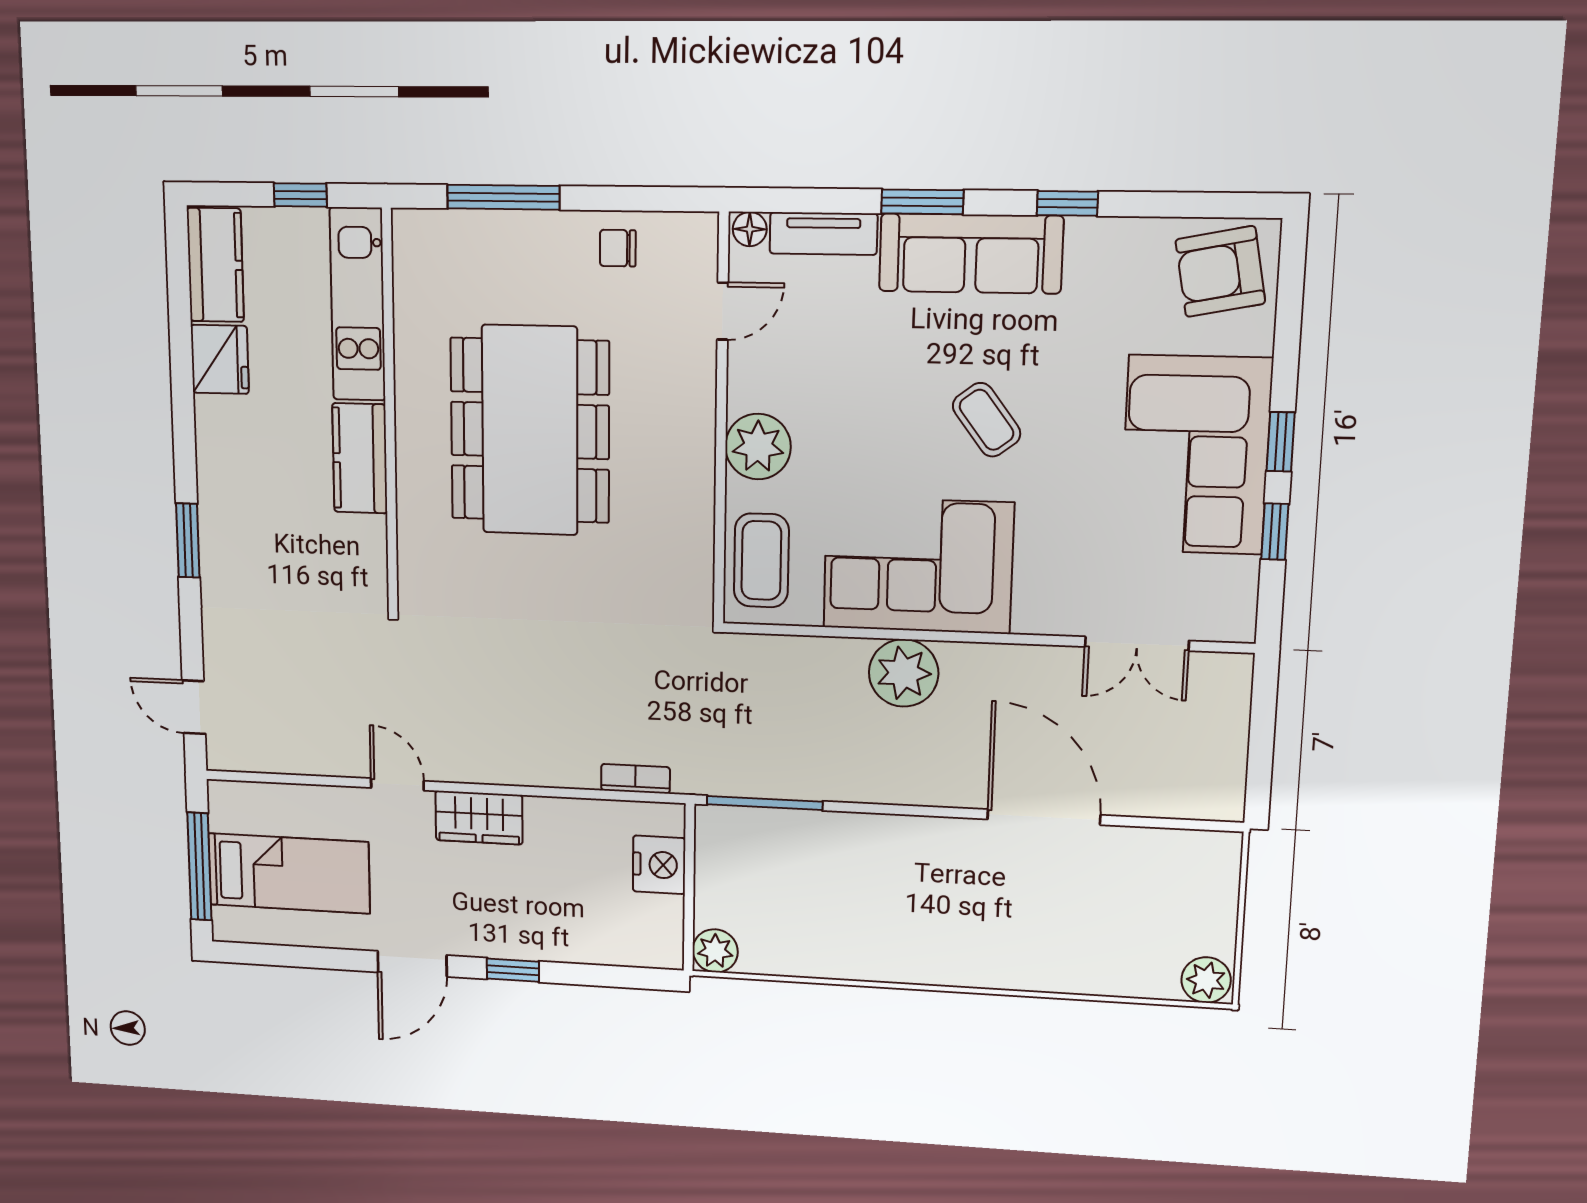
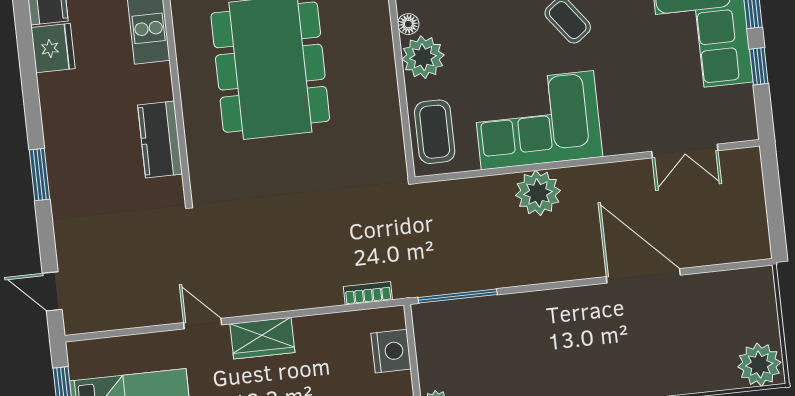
floor lamp: (742, 393) -> (408, 24), added
kitchen counter: (360, 458) -> (160, 139), moved
plant: (1206, 980) -> (759, 365), width x1.36, depth x1.36

